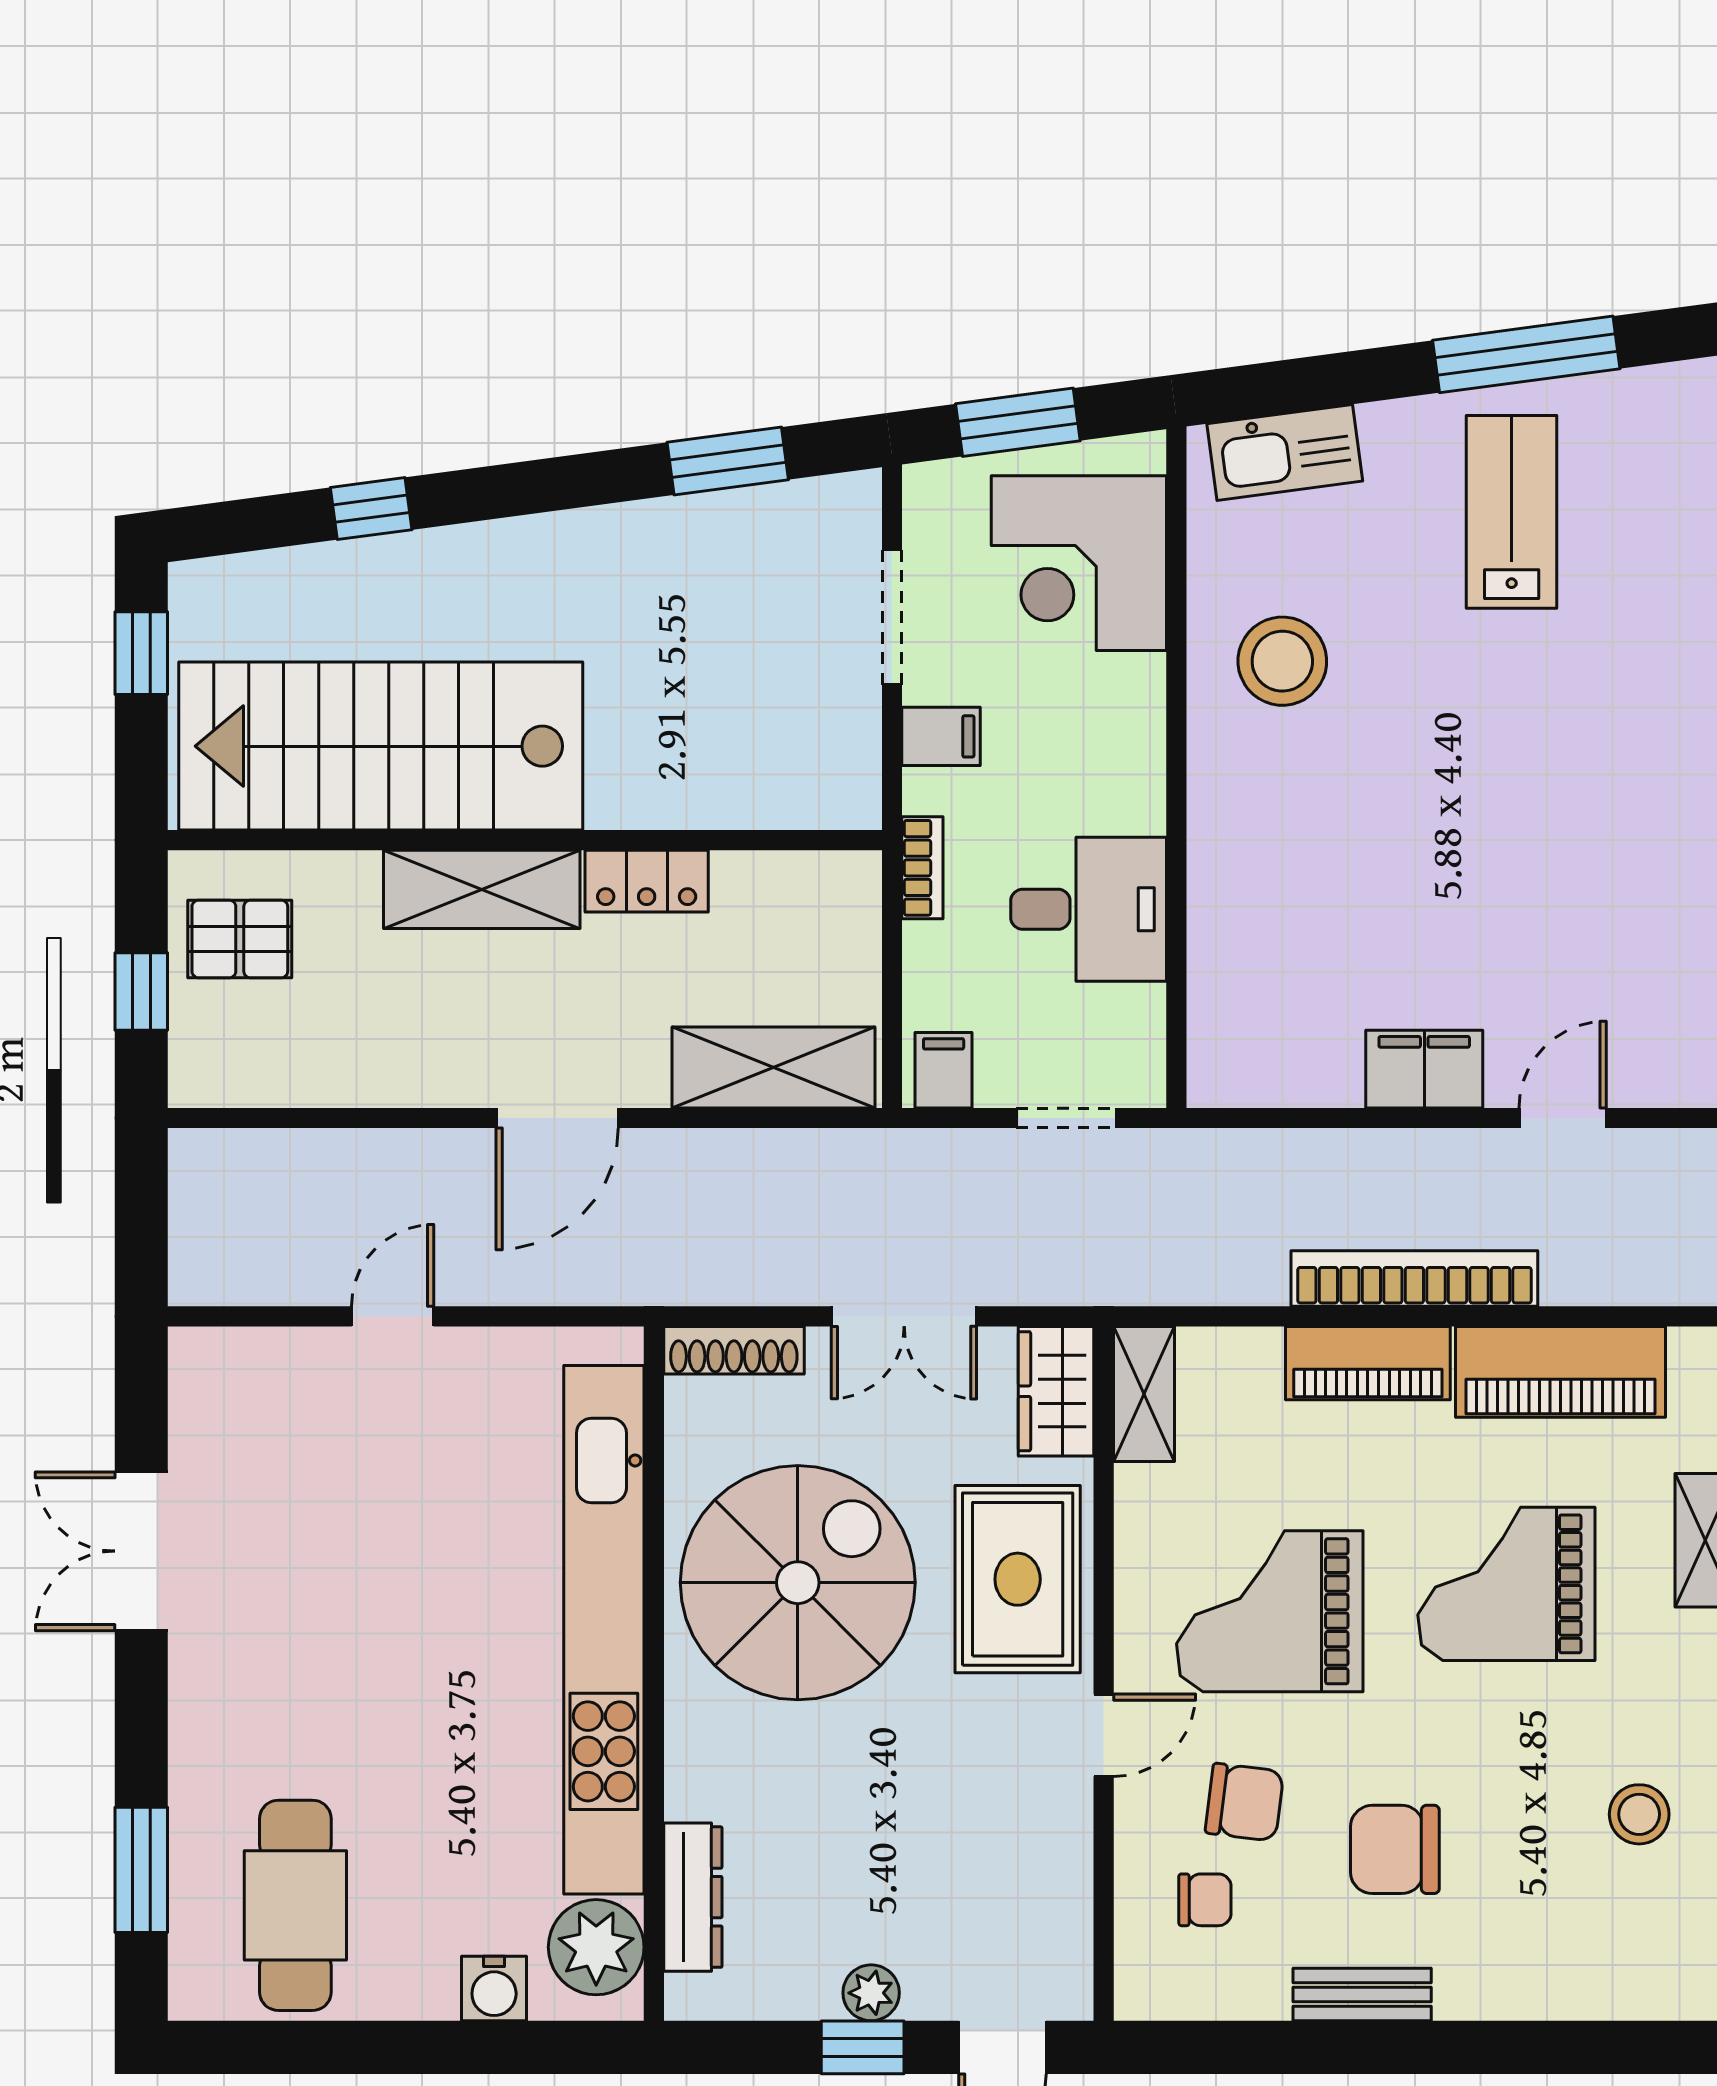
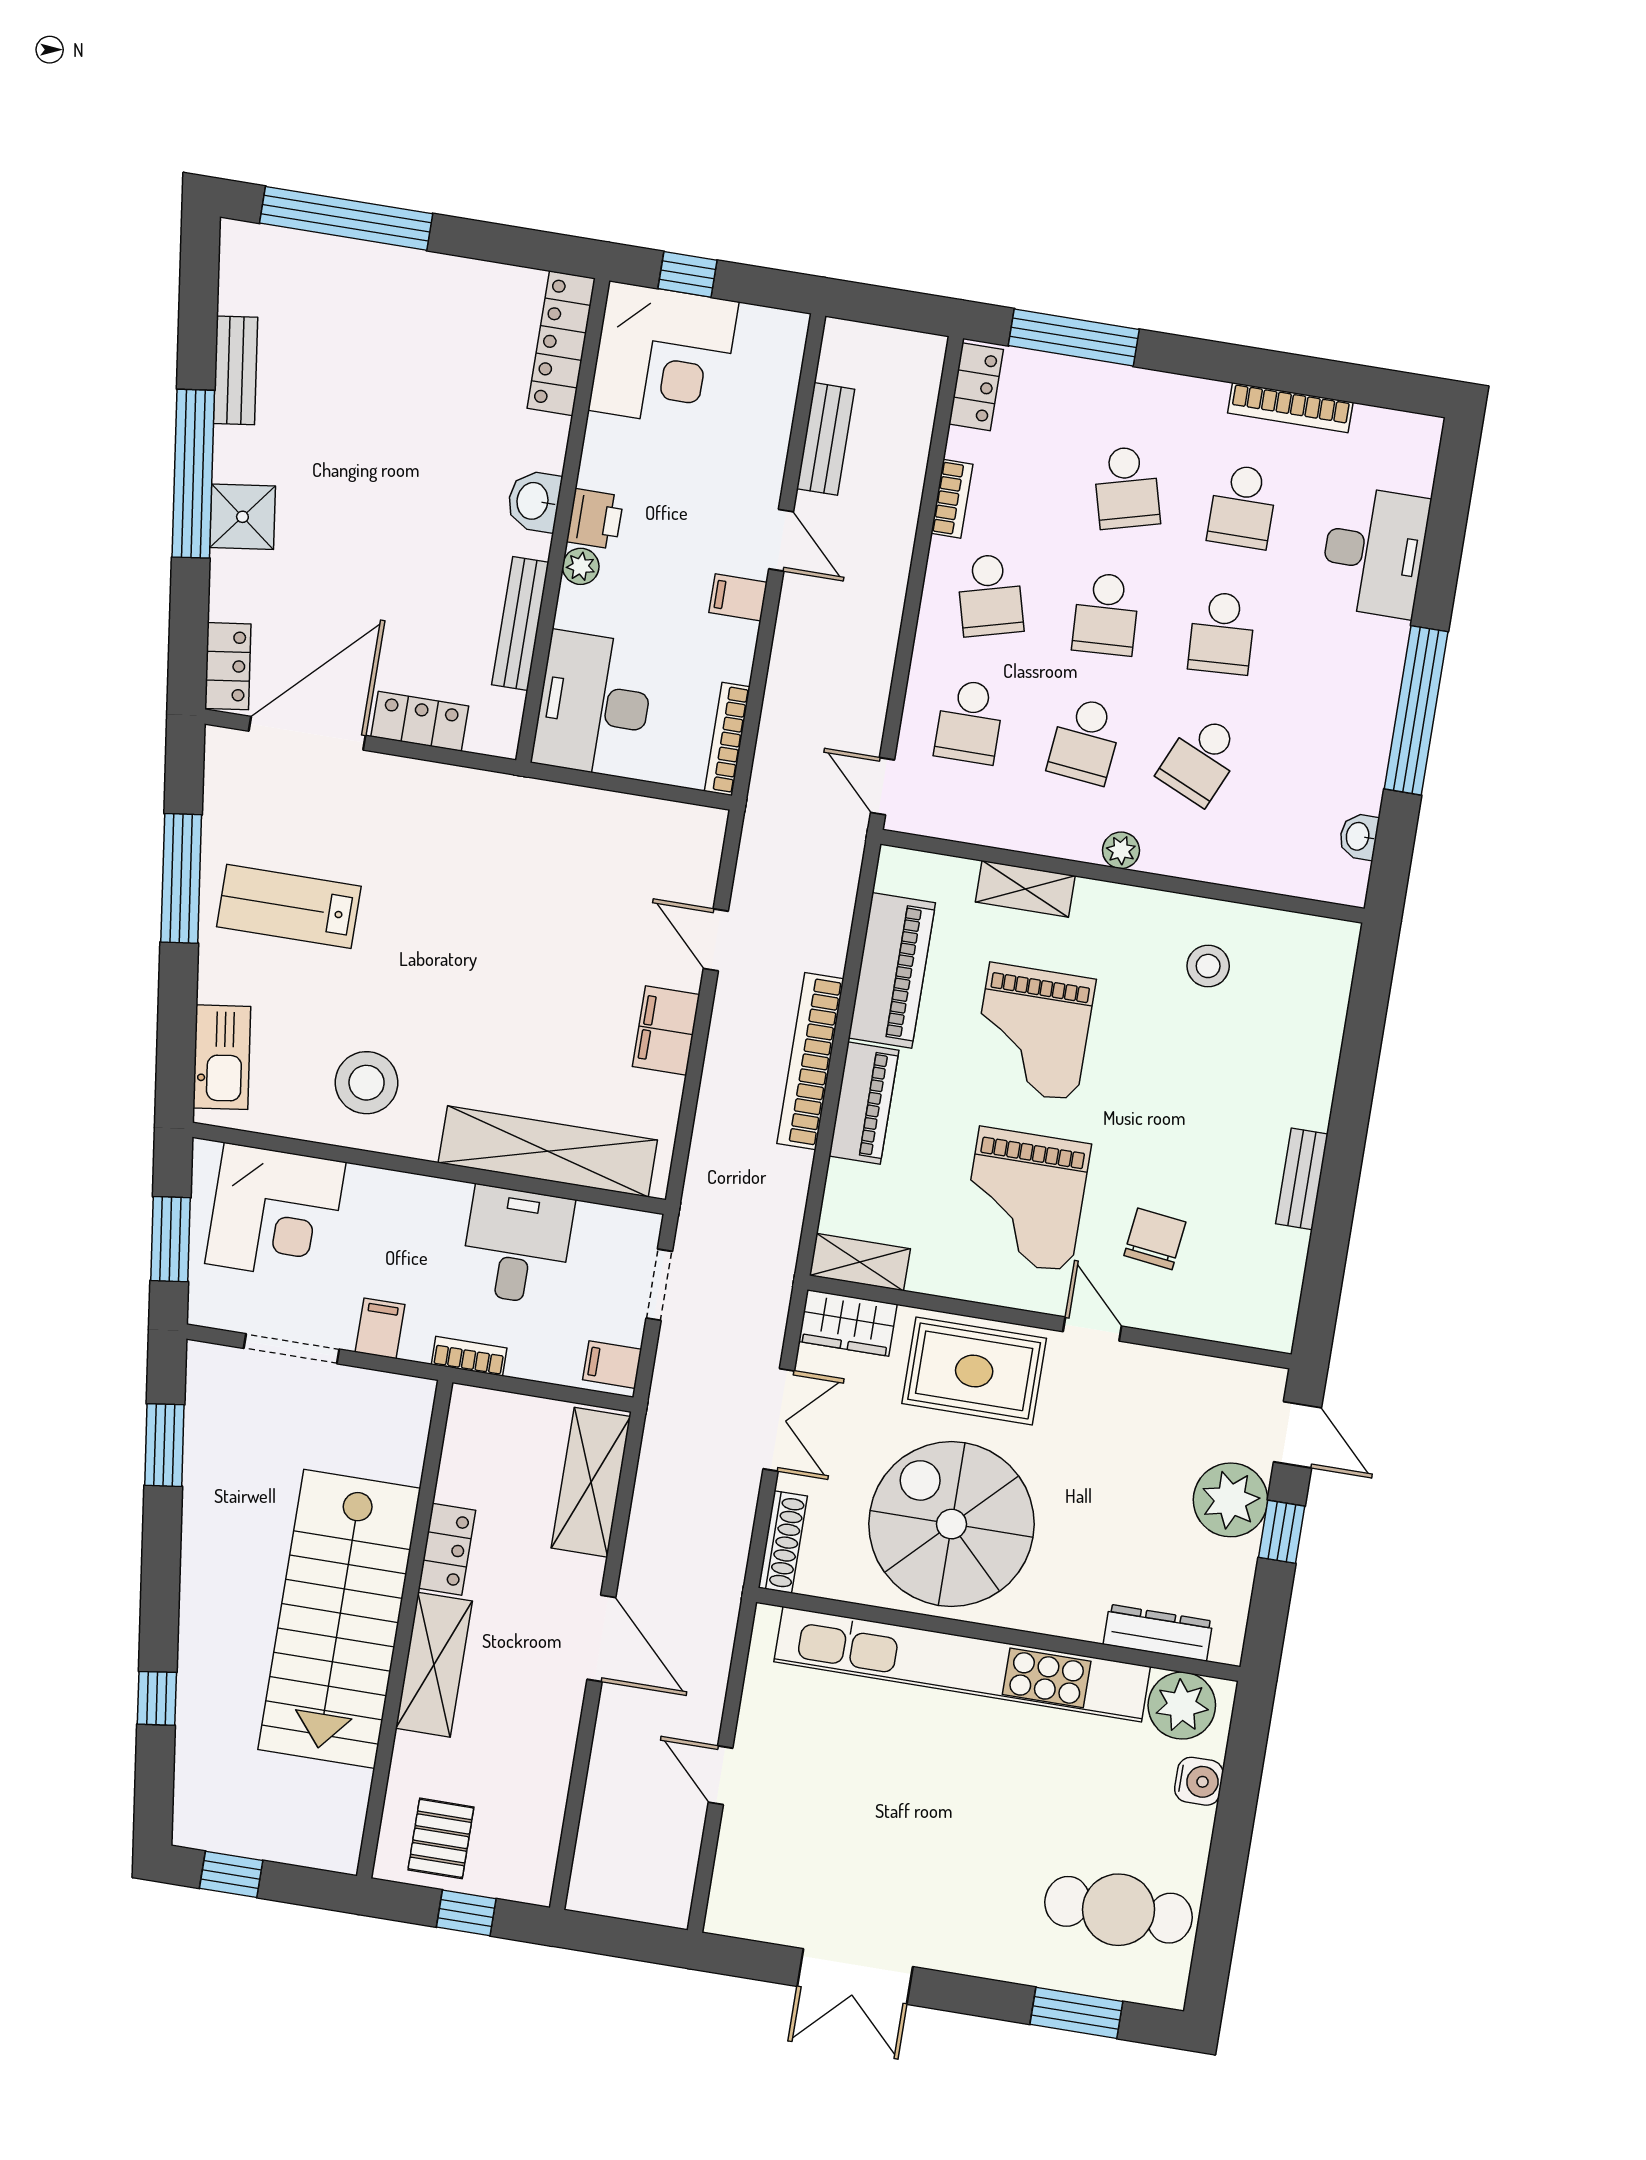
stairs: (381, 746) -> (339, 1619), moved
shelving: (1228, 931) -> (548, 1151), added
chair: (1395, 1849) -> (1205, 1140), removed
chair: (1205, 1900) -> (1218, 1277), removed
plant: (871, 1993) -> (1230, 1500), width x1.87, depth x1.87

